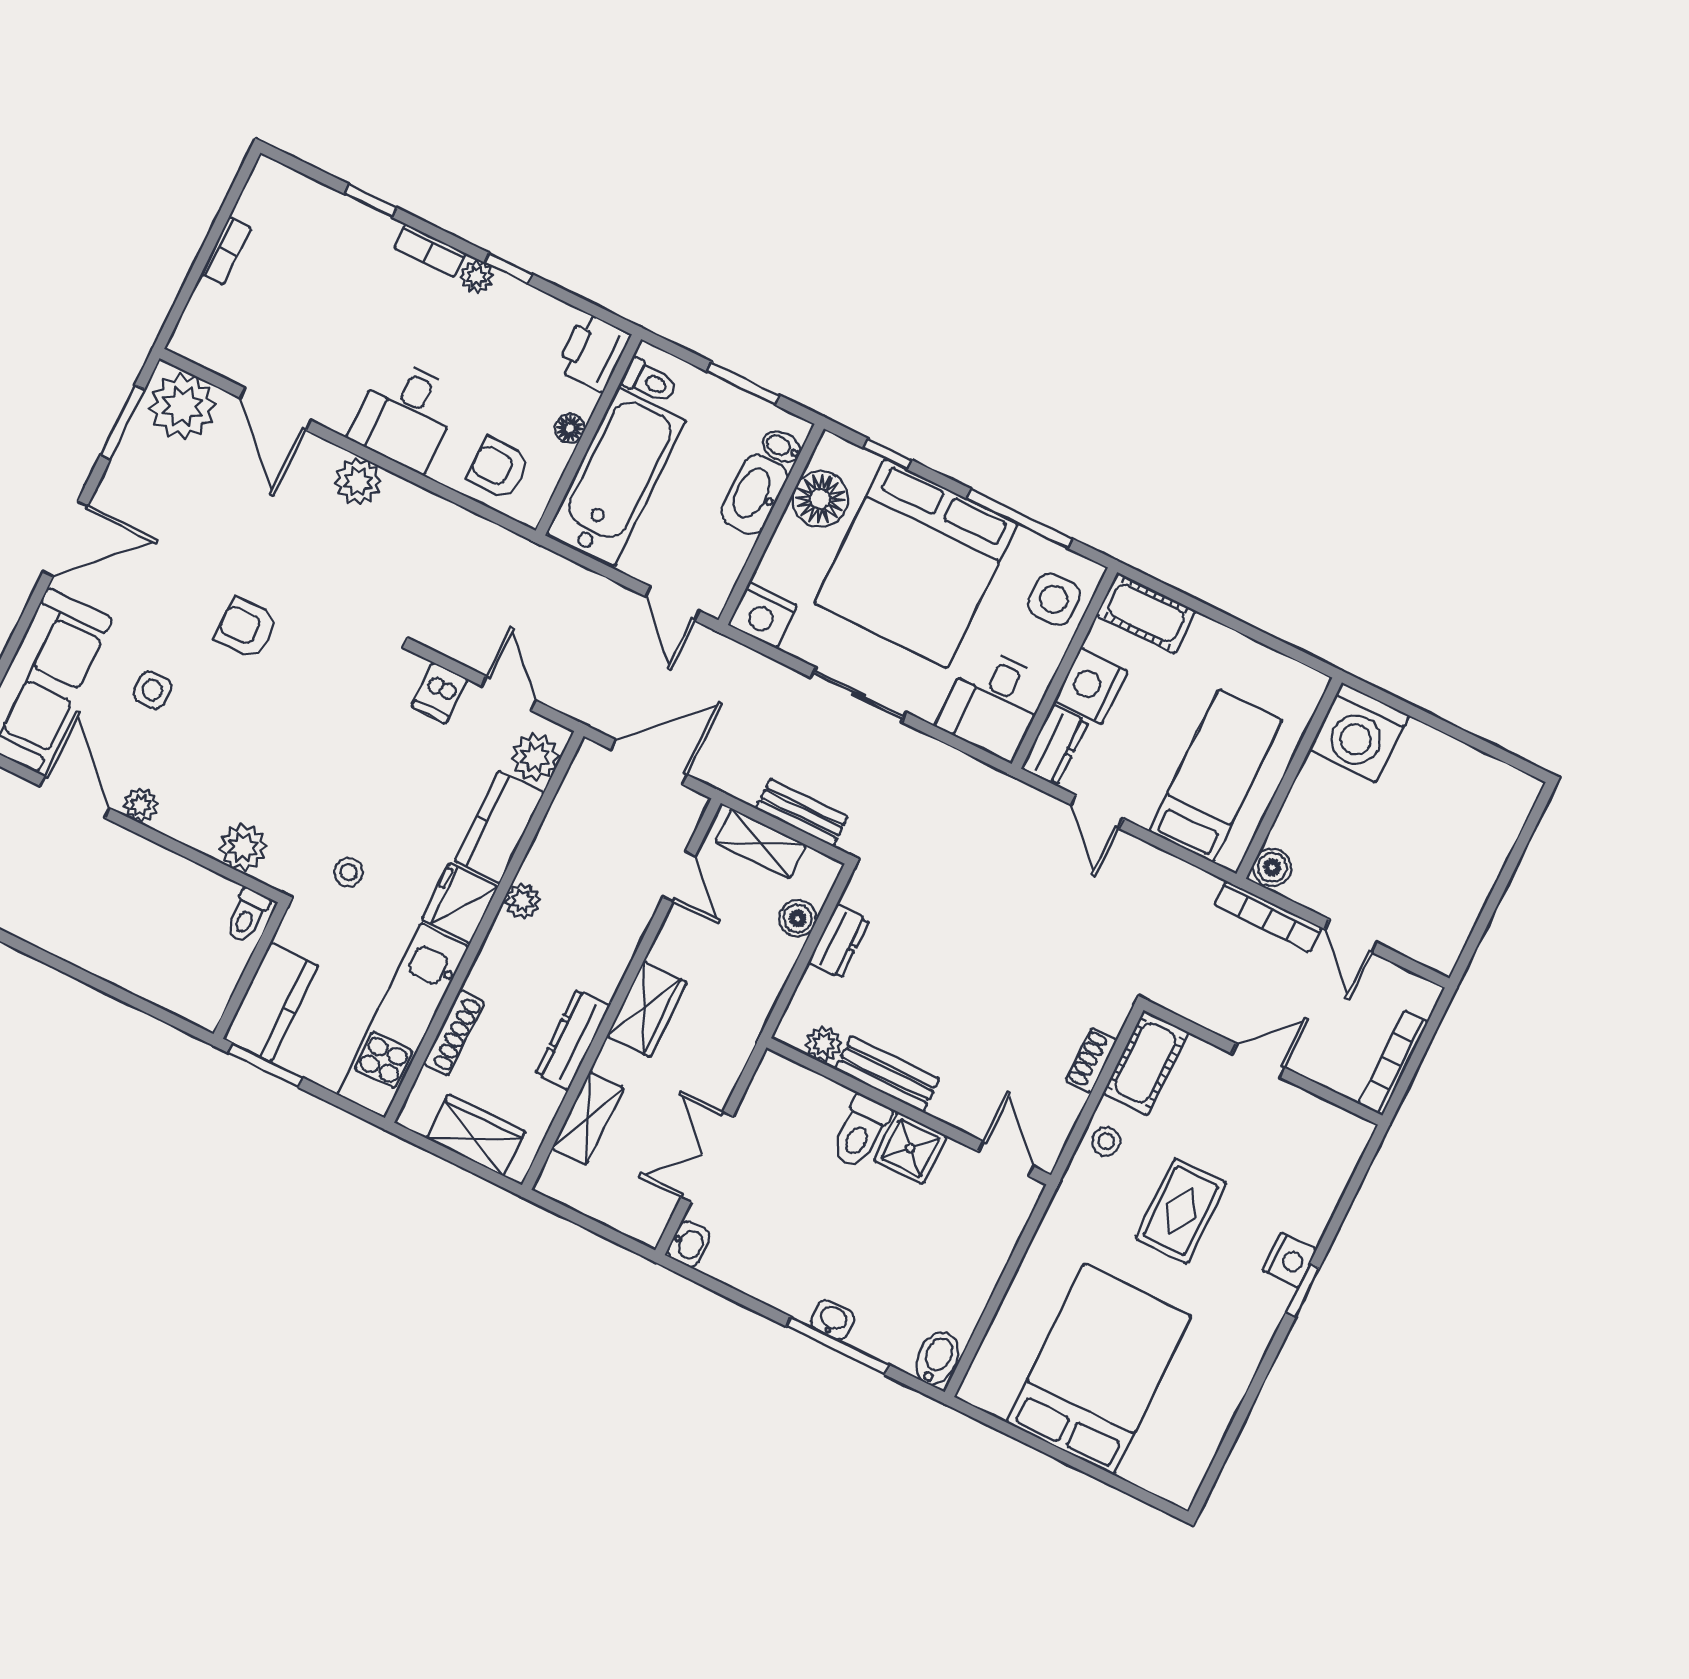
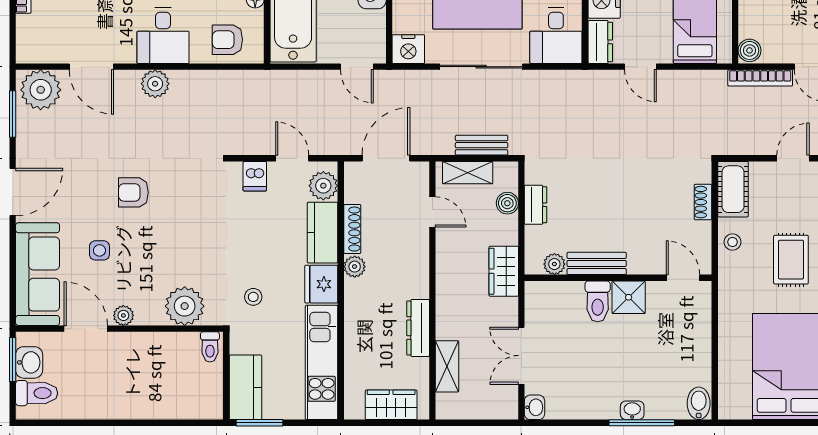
sliding door: (859, 695) -> (481, 67), width x1.37
plant: (243, 847) -> (185, 306), width x1.36, depth x1.36
wardrobe: (647, 1009) -> (504, 271), moved, turned 180
shoe rack: (454, 1033) -> (352, 229), moved

